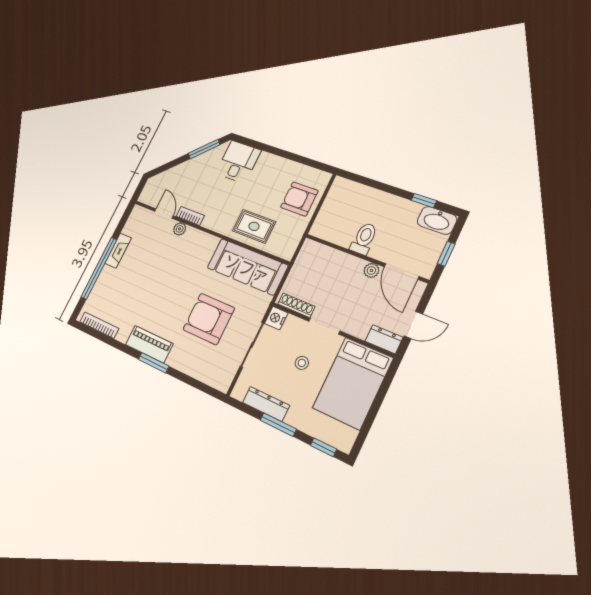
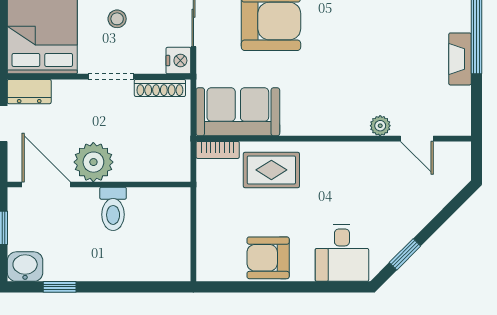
window: (204, 149) -> (405, 254), width x0.67
armchair: (299, 199) -> (268, 258), moved, turned 180
bookcase: (190, 216) -> (218, 150), moved
washbasin: (437, 220) -> (25, 267), width x0.72
sofa: (247, 267) -> (238, 112), width x0.73
plant: (371, 270) -> (93, 162), width x1.87, depth x1.87

